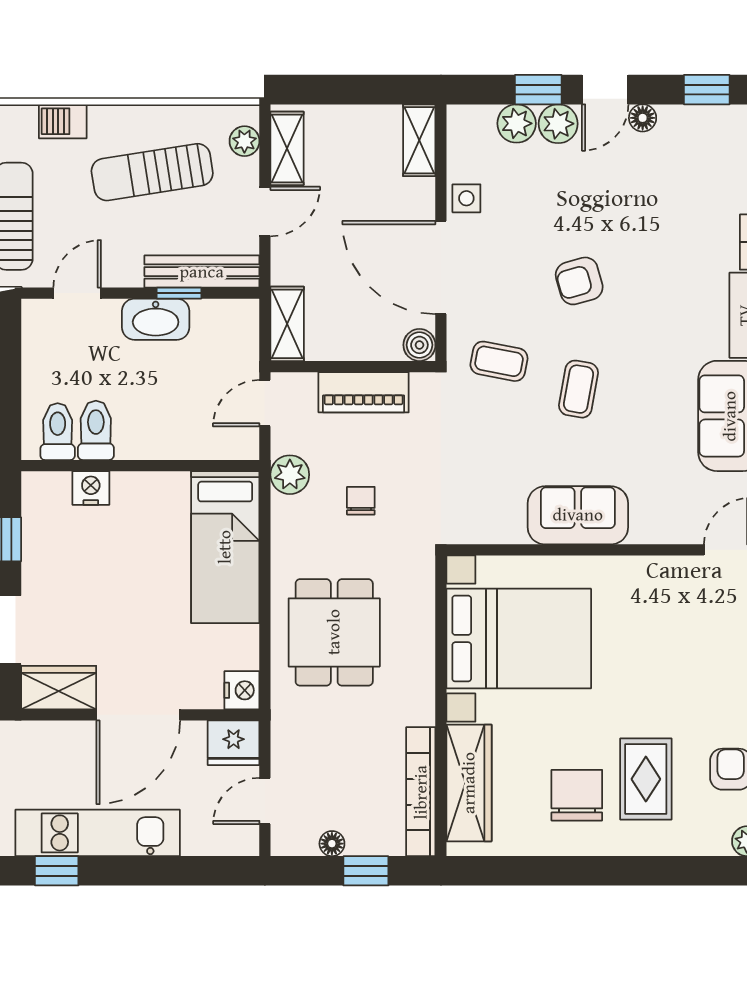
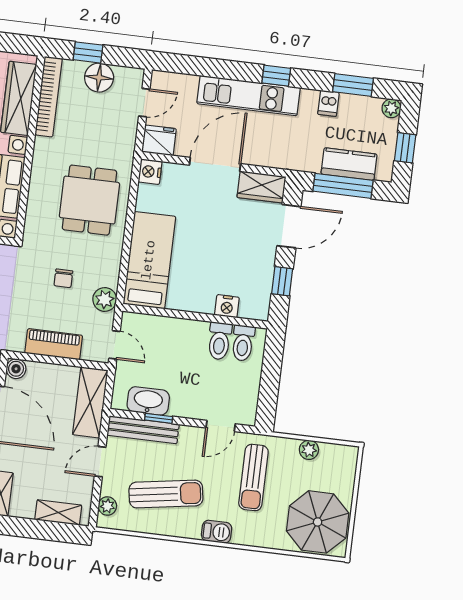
shelving: (287, 148) -> (58, 512), moved, turned 90
washbasin: (156, 319) -> (148, 401), moved
shelving: (287, 324) -> (90, 402), width x1.50, depth x1.33
door: (265, 403) -> (114, 345), hinge flipped
floor lamp: (332, 844) -> (99, 78), width x1.89, depth x1.89

